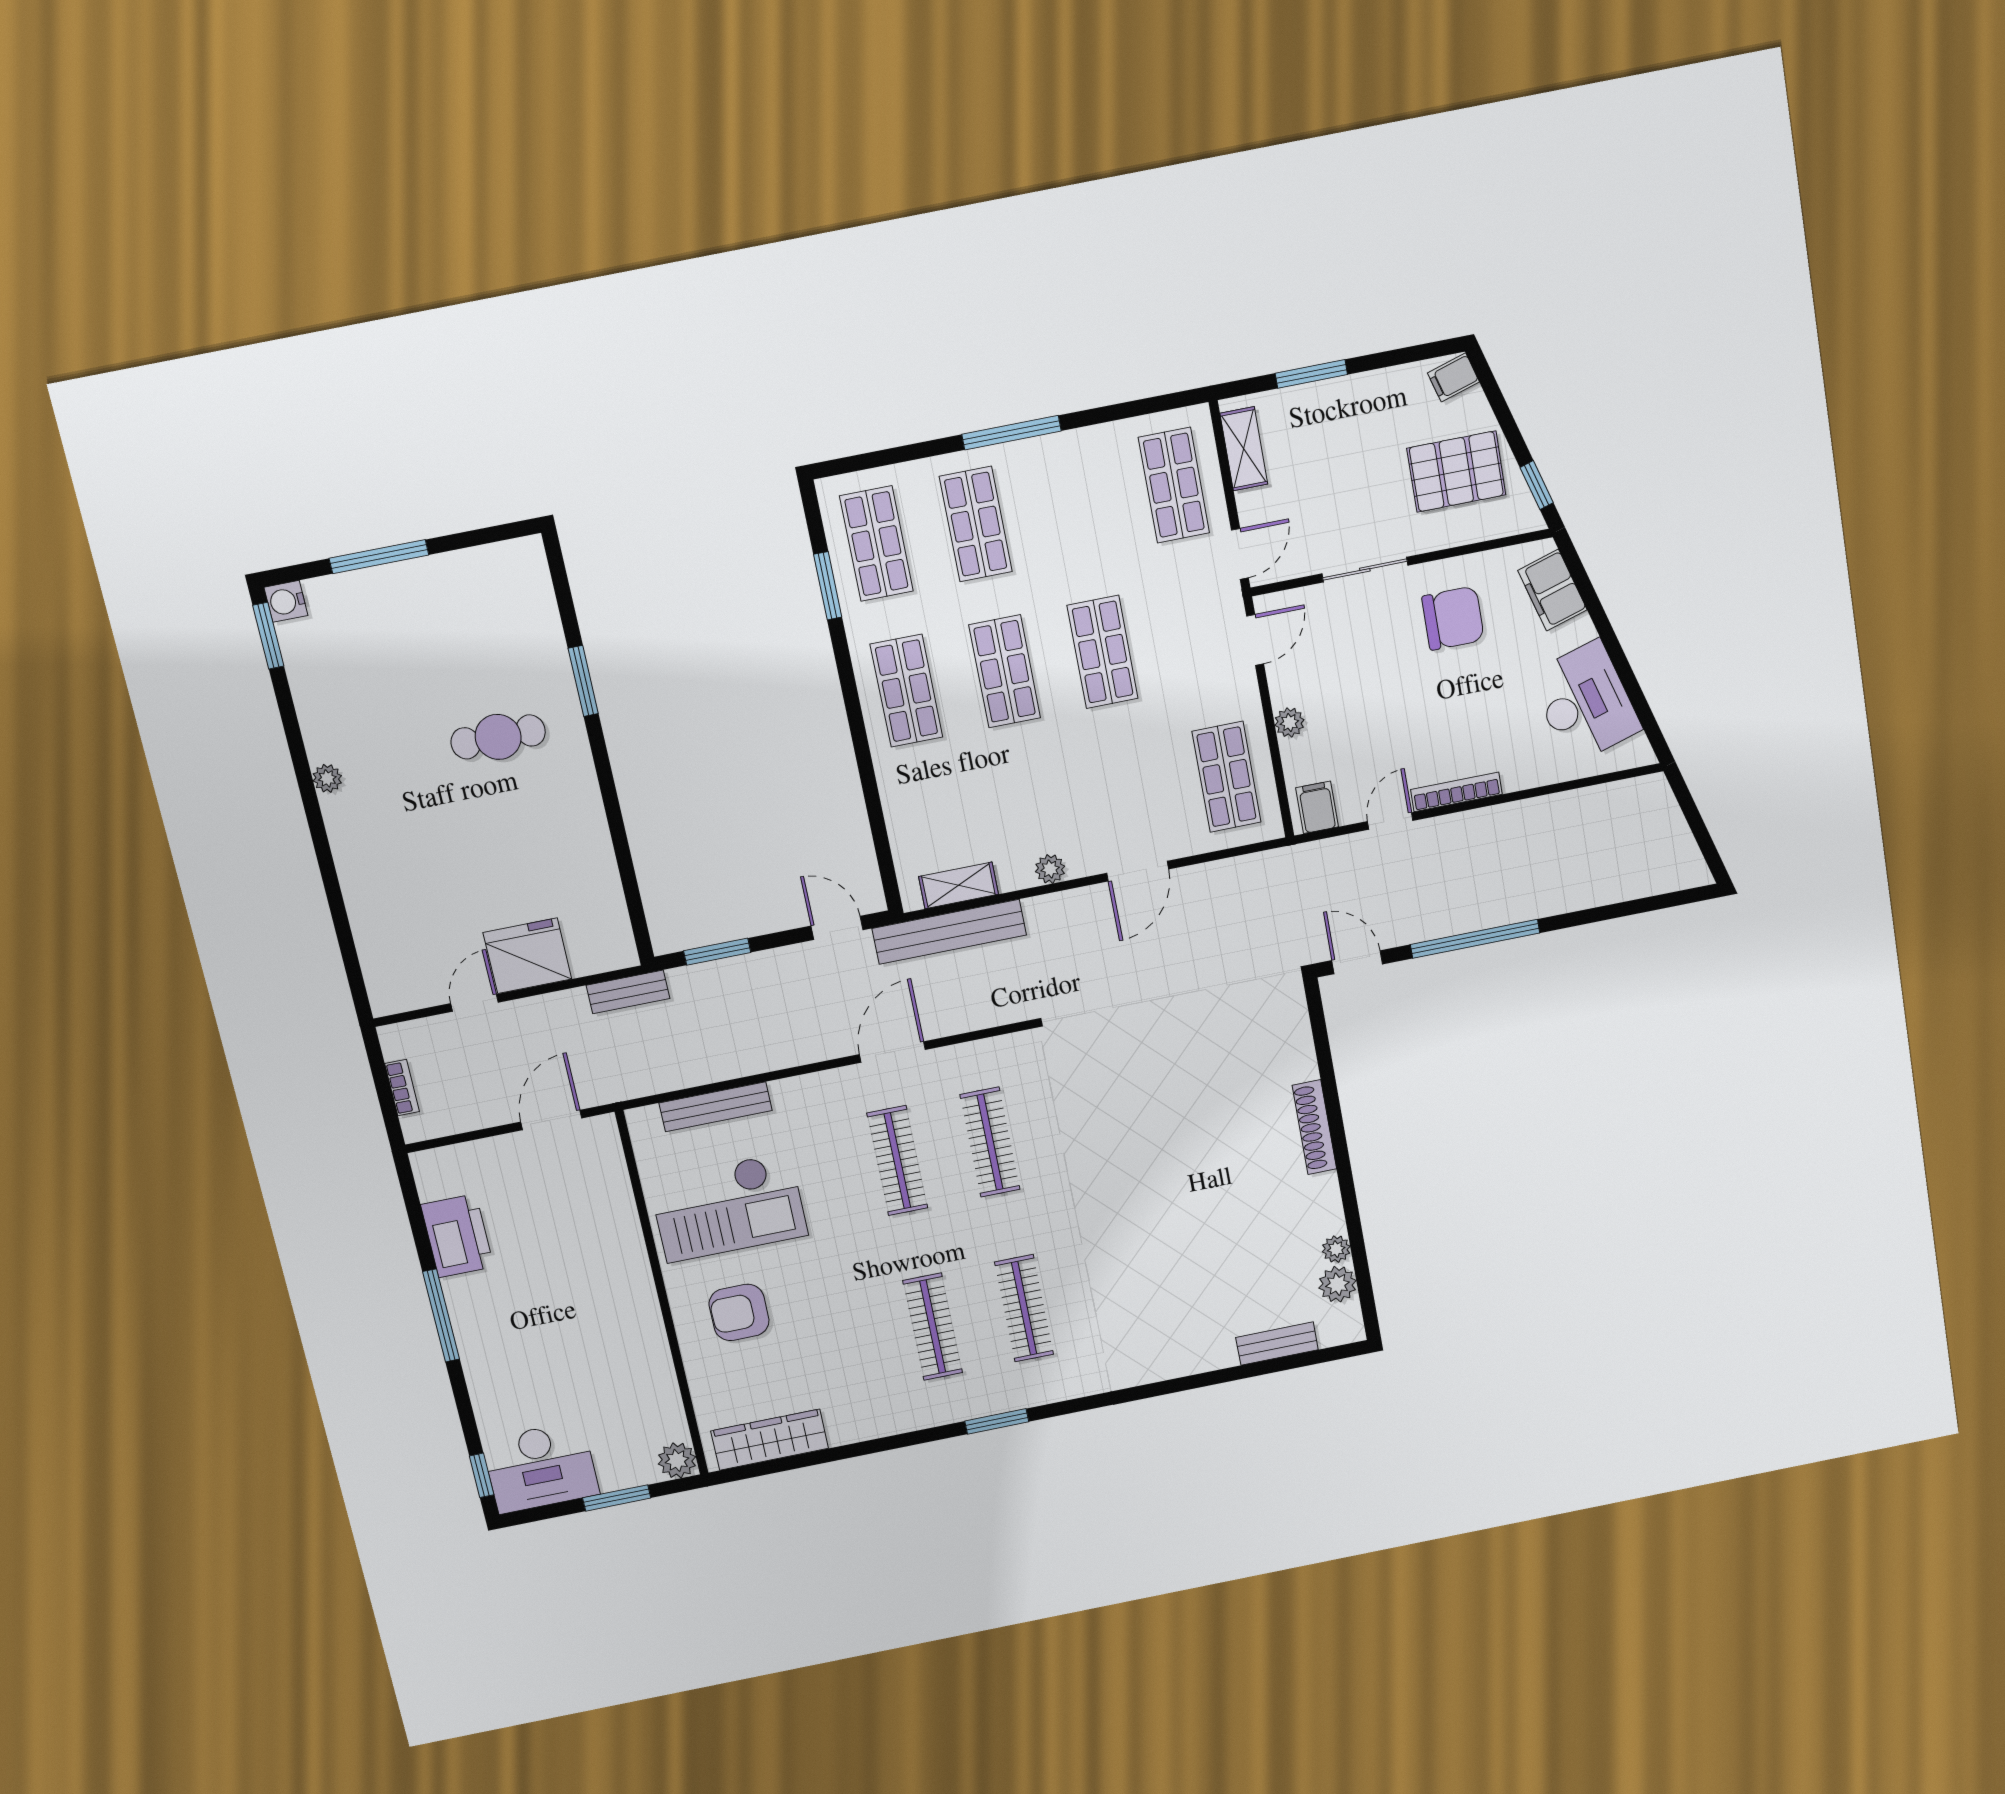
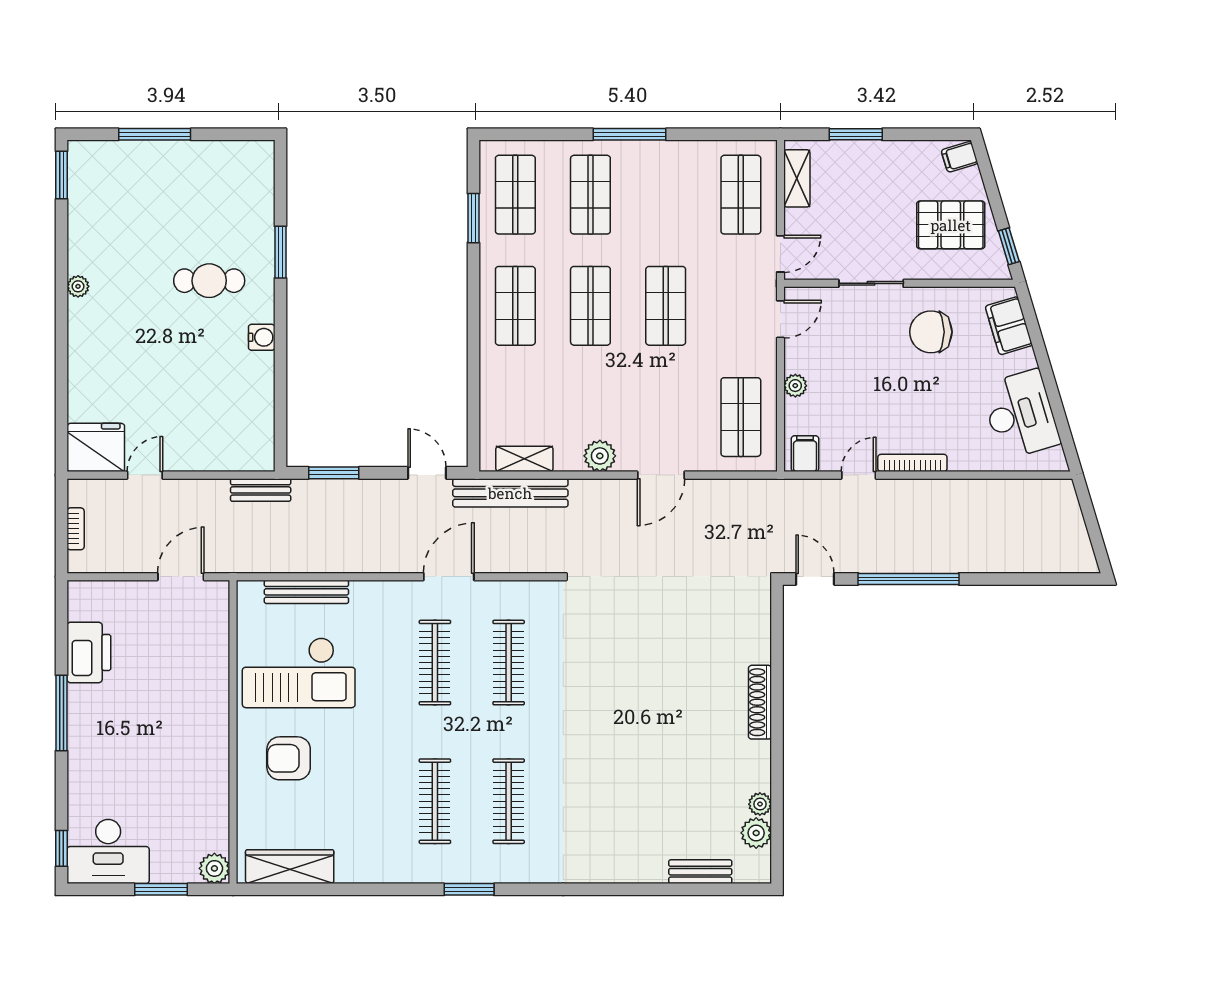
water cooler: (286, 601) -> (262, 337), moved, turned 180
chair: (1453, 618) -> (931, 332), turned 180
plant: (1050, 869) -> (600, 456), width x1.38, depth x1.38
fridge: (527, 956) -> (96, 447), moved

